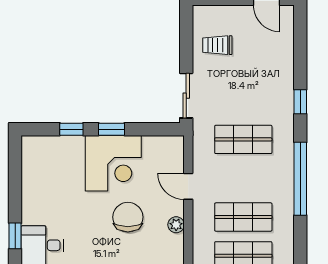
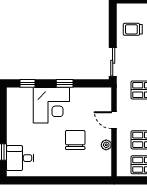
window: (71, 129) -> (28, 83), moved
corner desk: (113, 163) -> (51, 105), moved

